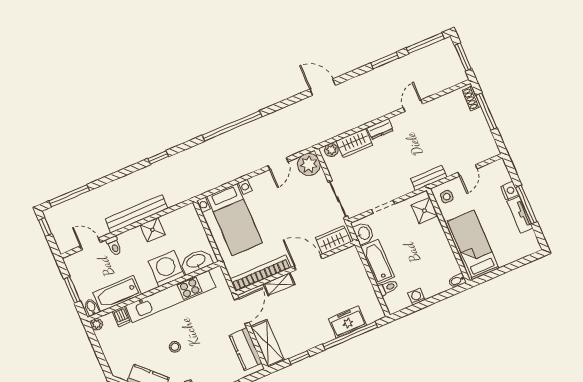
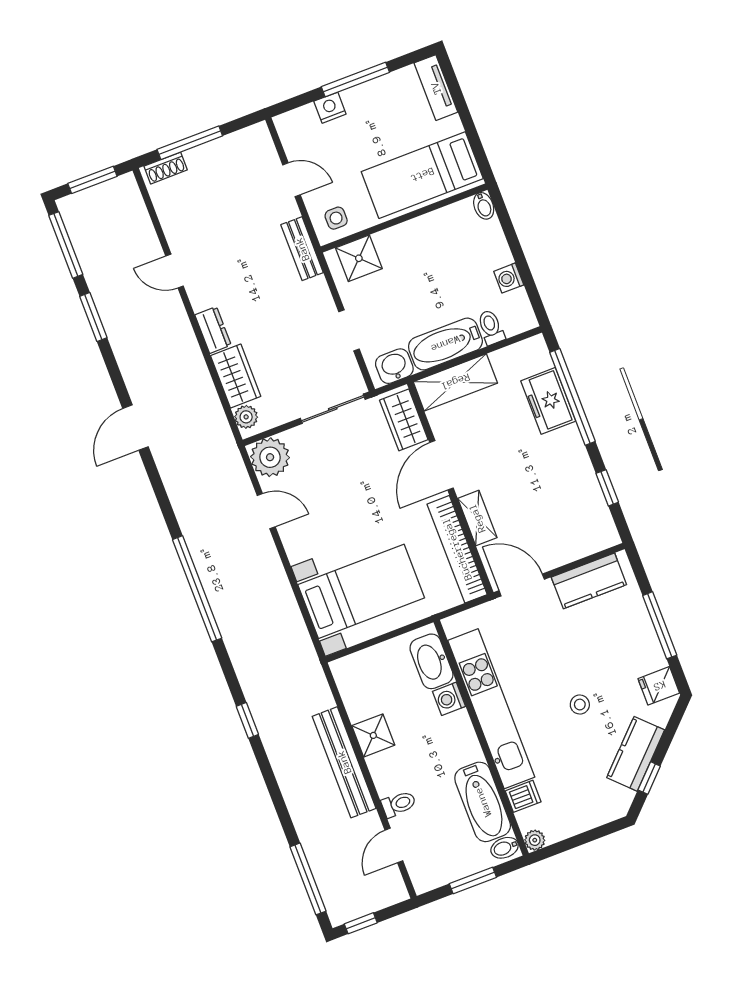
tv unit: (520, 215) -> (436, 88), moved, turned 90
washing machine: (167, 269) -> (449, 699), width x0.53, depth x0.53
shelving: (267, 343) -> (455, 382), moved

